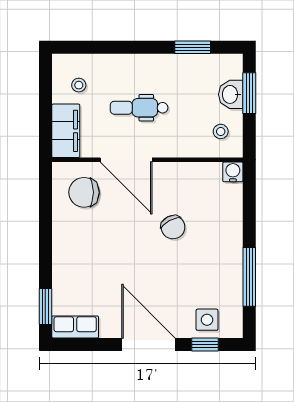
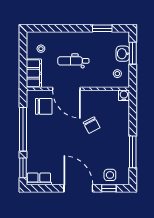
chair: (84, 192) -> (44, 106), turned 180
window: (45, 235) -> (23, 129), added

